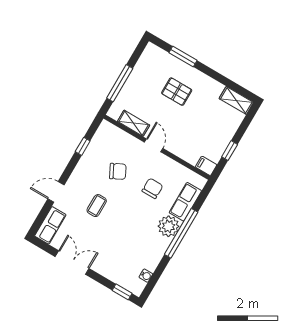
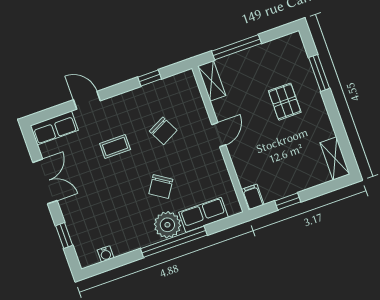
shelving: (134, 123) -> (212, 81), moved
chair: (152, 188) -> (161, 186), moved, turned 123
window: (122, 292) -> (64, 236), moved

